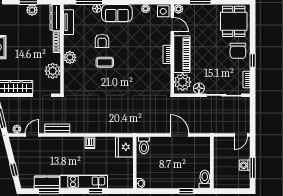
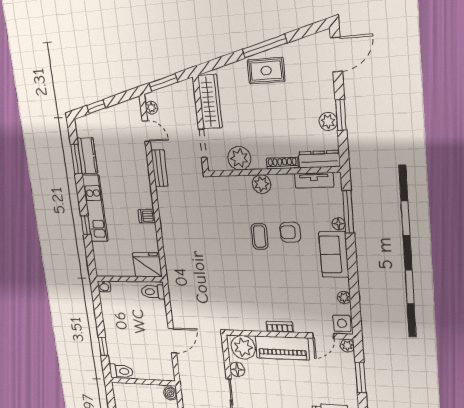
boiler: (220, 142) -> (170, 393), added

